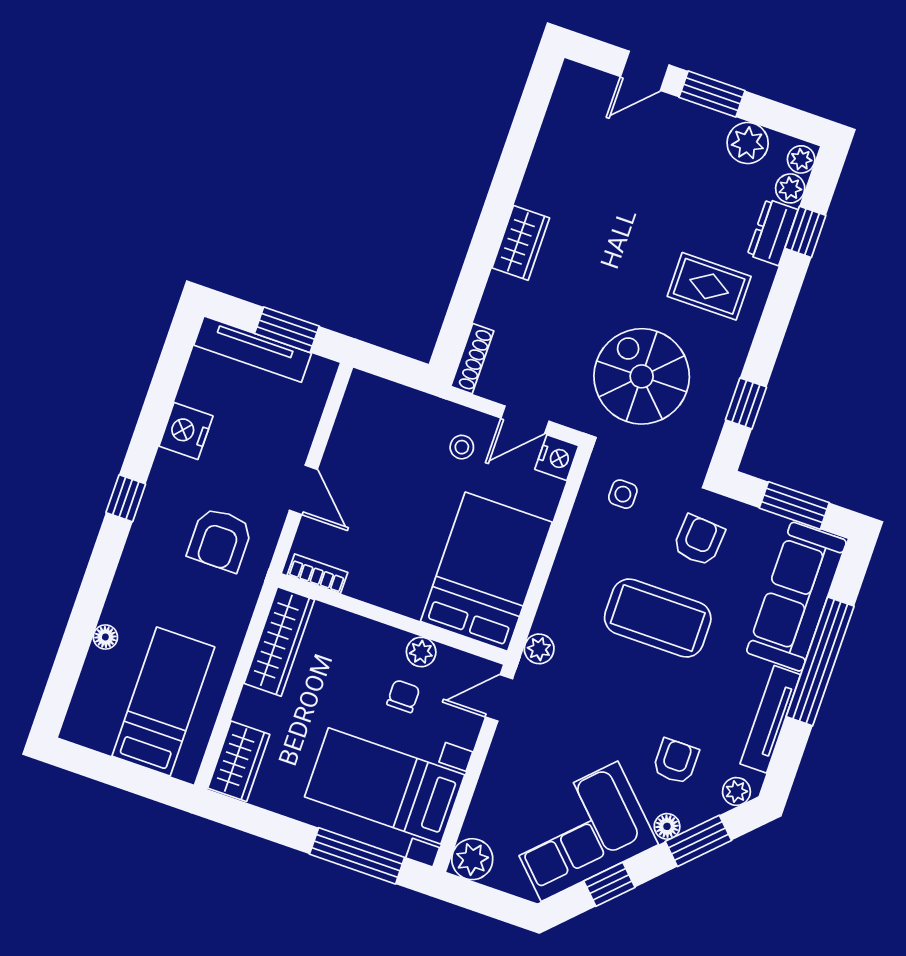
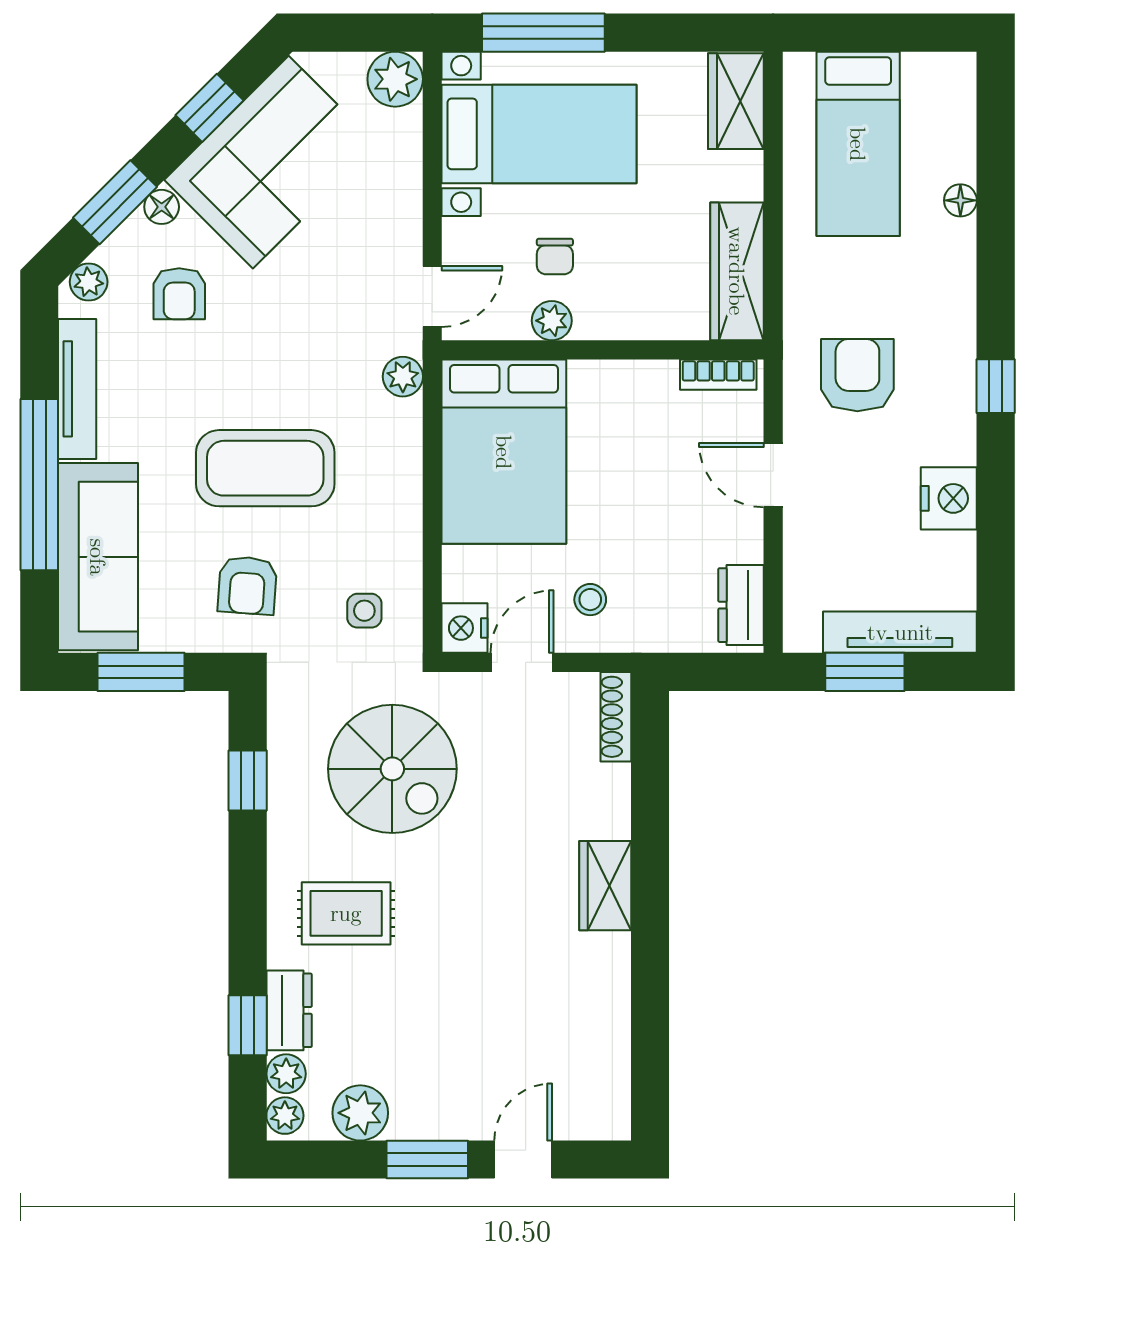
dresser: (357, 407) -> (741, 605), added

